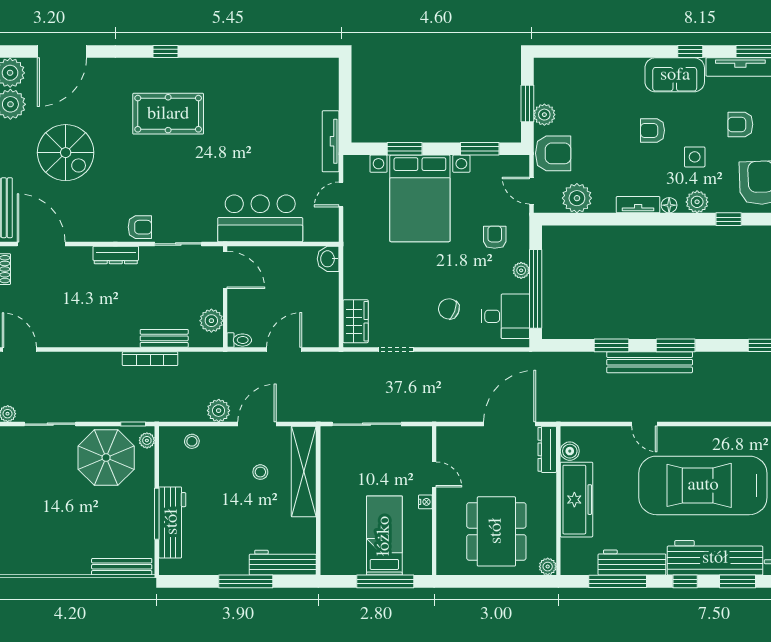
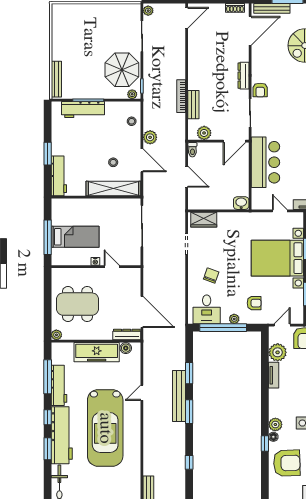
tv unit: (638, 205) -> (274, 375), moved
floor lamp: (669, 205) -> (273, 437), moved
door: (434, 474) -> (112, 267), swing flipped
car: (703, 485) -> (105, 428), turned 180
window: (246, 581) -> (48, 154), width x0.69

